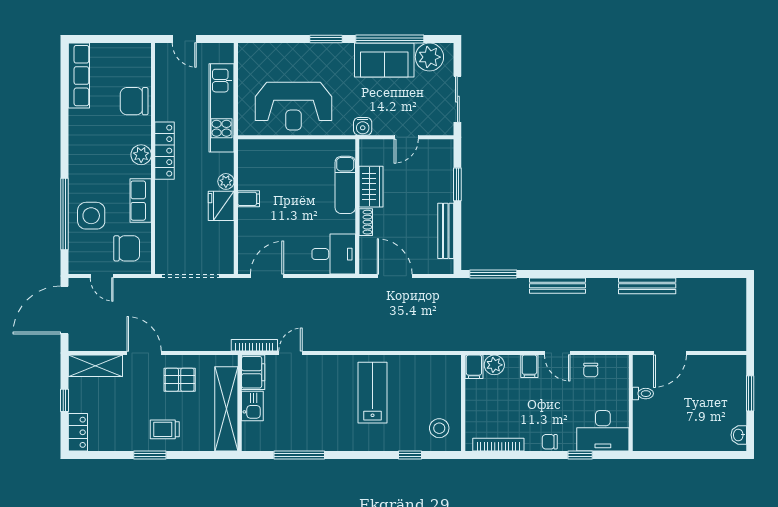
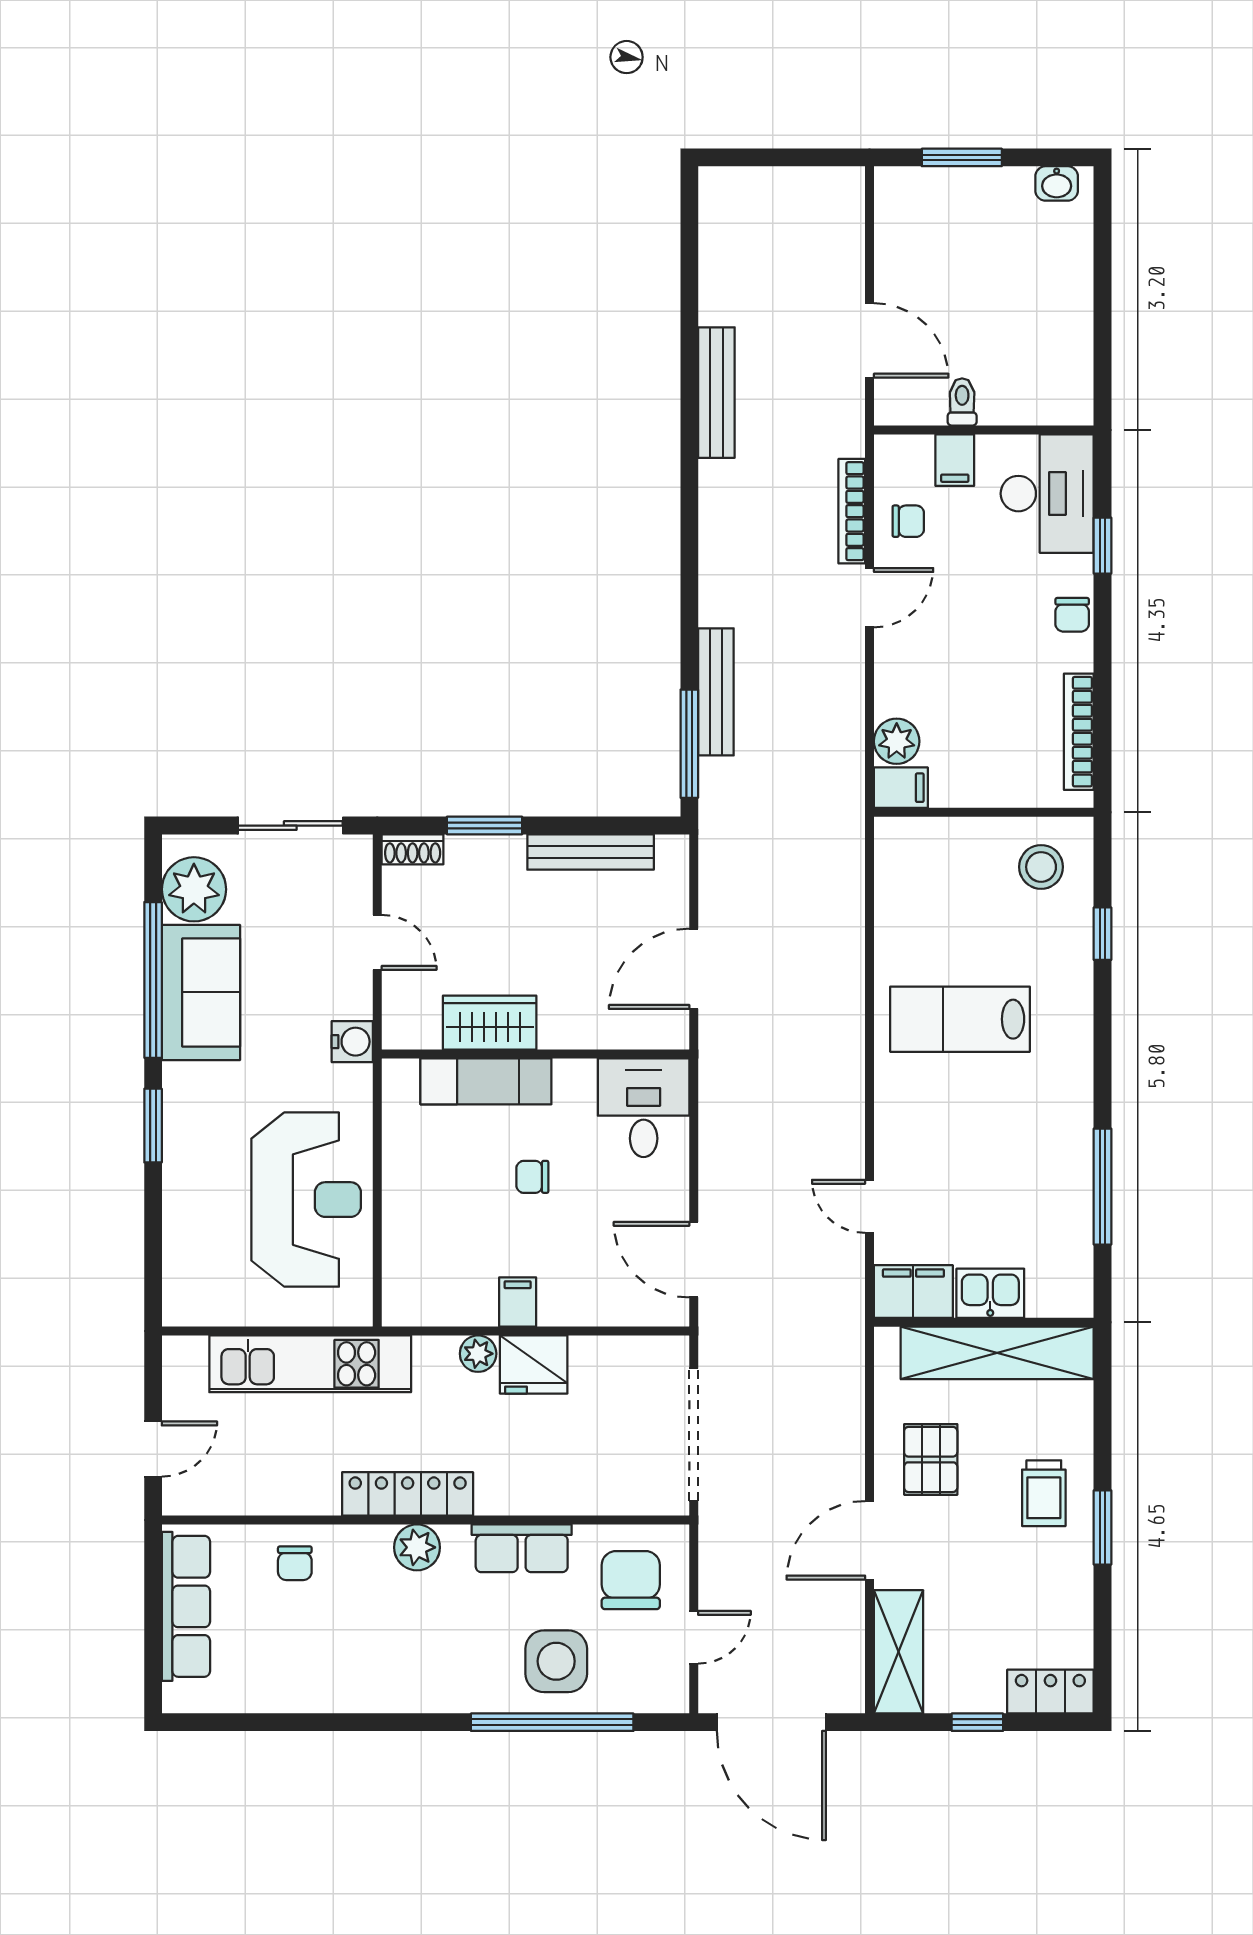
row of seats: (79, 76) -> (186, 1606), moved, turned 90
chair: (134, 101) -> (295, 1563), width x0.54, depth x0.54
chair: (303, 205) -> (532, 1177), added
shoe rack: (366, 222) -> (413, 849), moved, turned 180
bench: (557, 286) -> (716, 692), moved
bookcase: (254, 345) -> (852, 511), moved
filing cabinet: (529, 366) -> (955, 460), moved, turned 90

